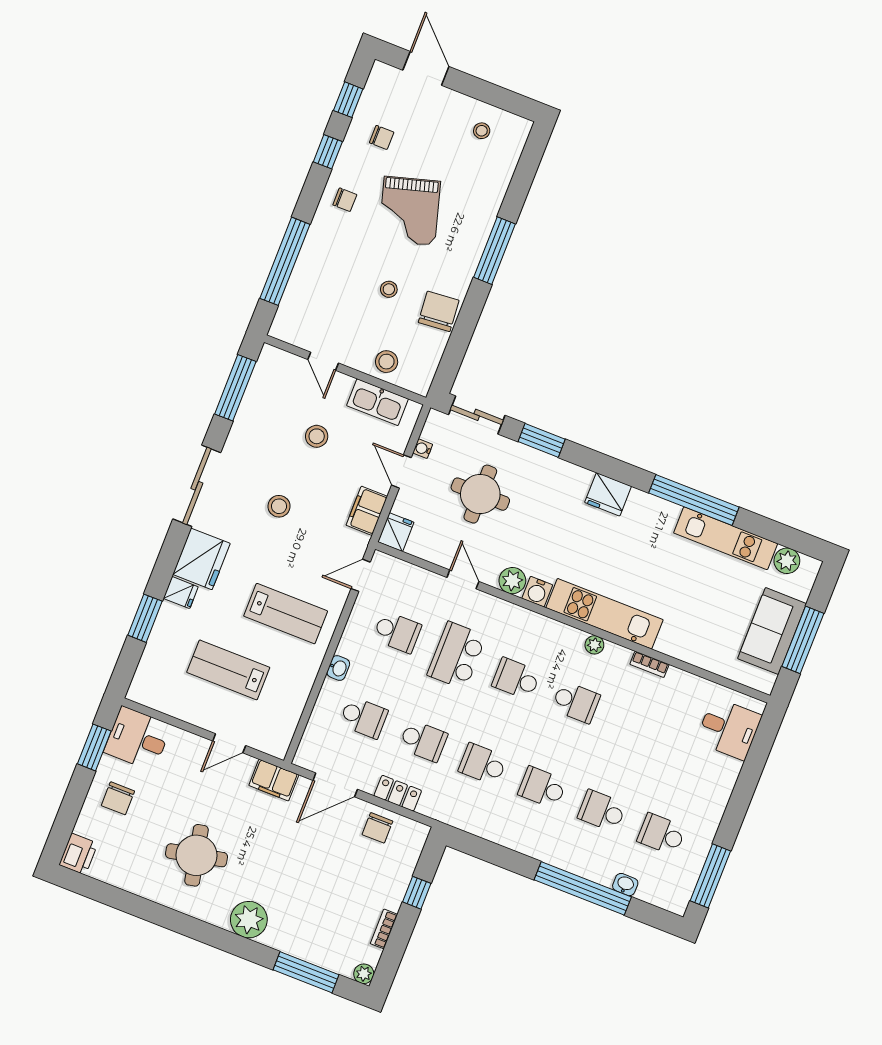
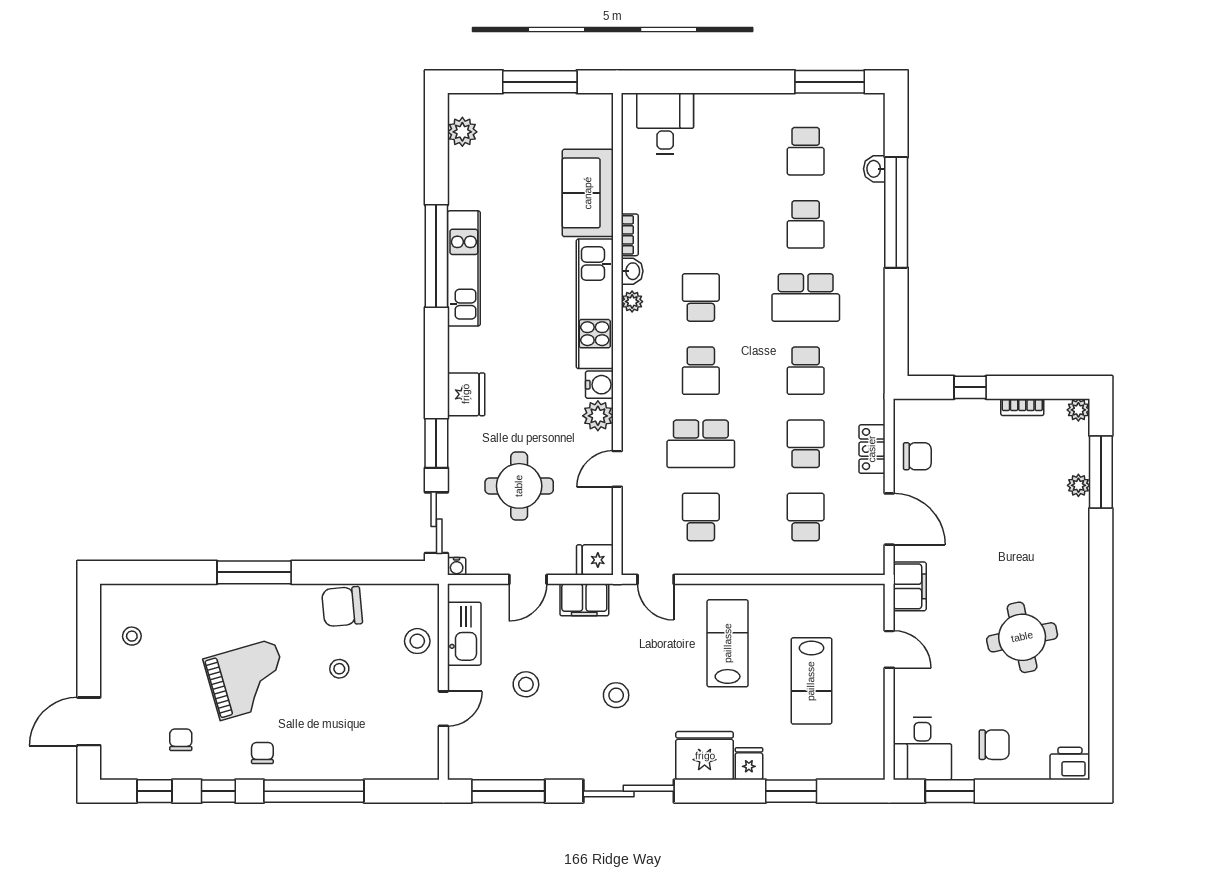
window: (285, 261) -> (314, 791), moved
water cooler: (423, 449) -> (457, 566), moved
fridge: (608, 494) -> (466, 394), moved
kitchen unit: (726, 538) -> (464, 268), moved
sofa: (772, 631) -> (588, 193), moved, turned 90
washbasin: (338, 668) -> (632, 271), moved, turned 90
school desk: (542, 788) -> (806, 298), width x1.85
plant: (249, 920) -> (1078, 485), moved, width x0.53, depth x0.53

